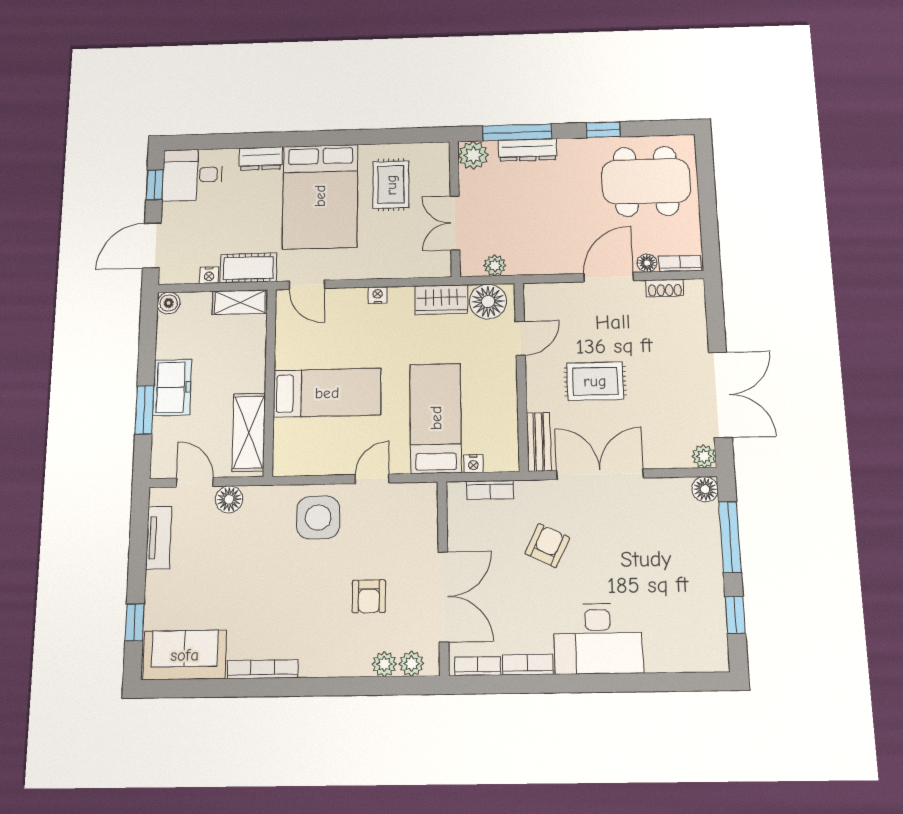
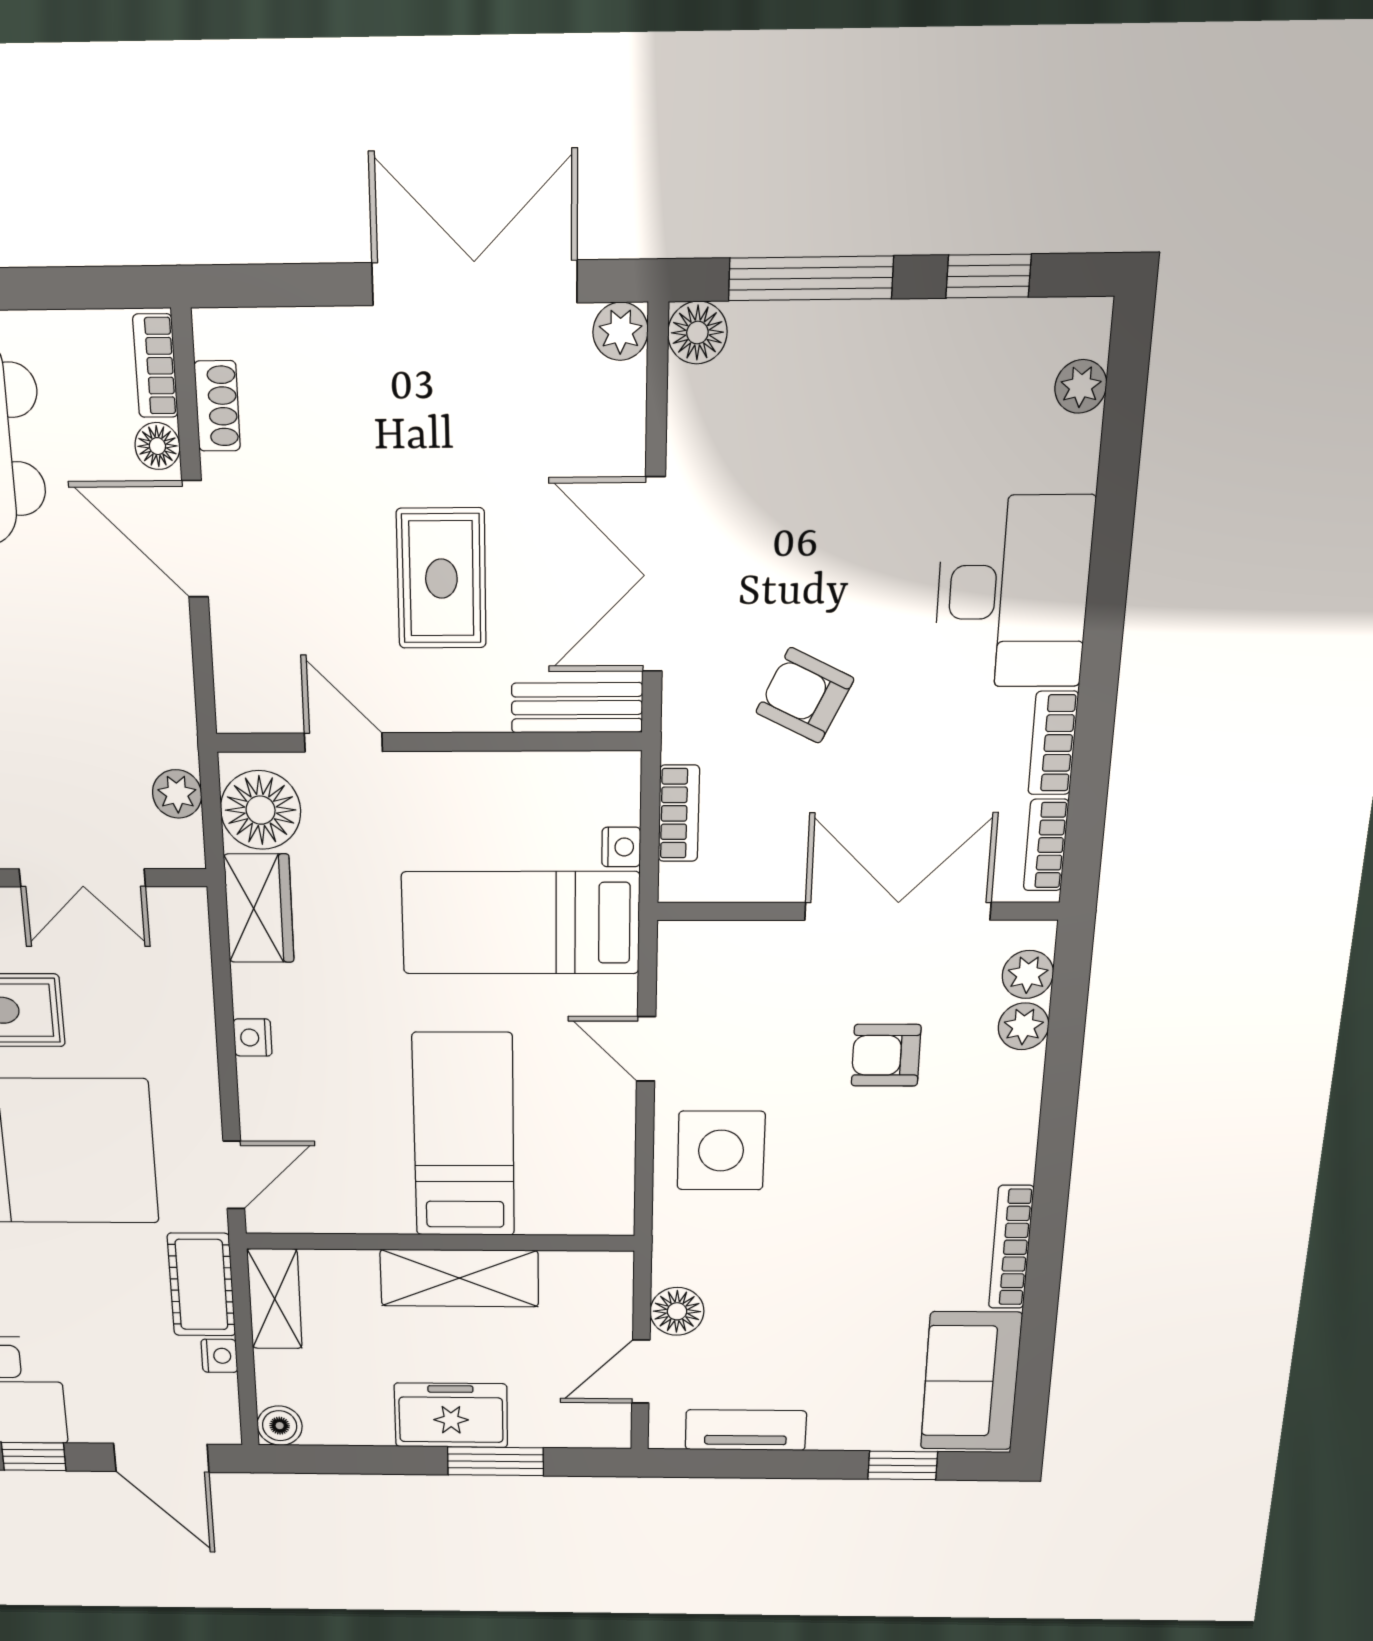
shelving: (249, 432) -> (459, 1278), moved
armchair: (369, 596) -> (886, 1055), turned 180
plant: (691, 661) -> (1081, 386), added

